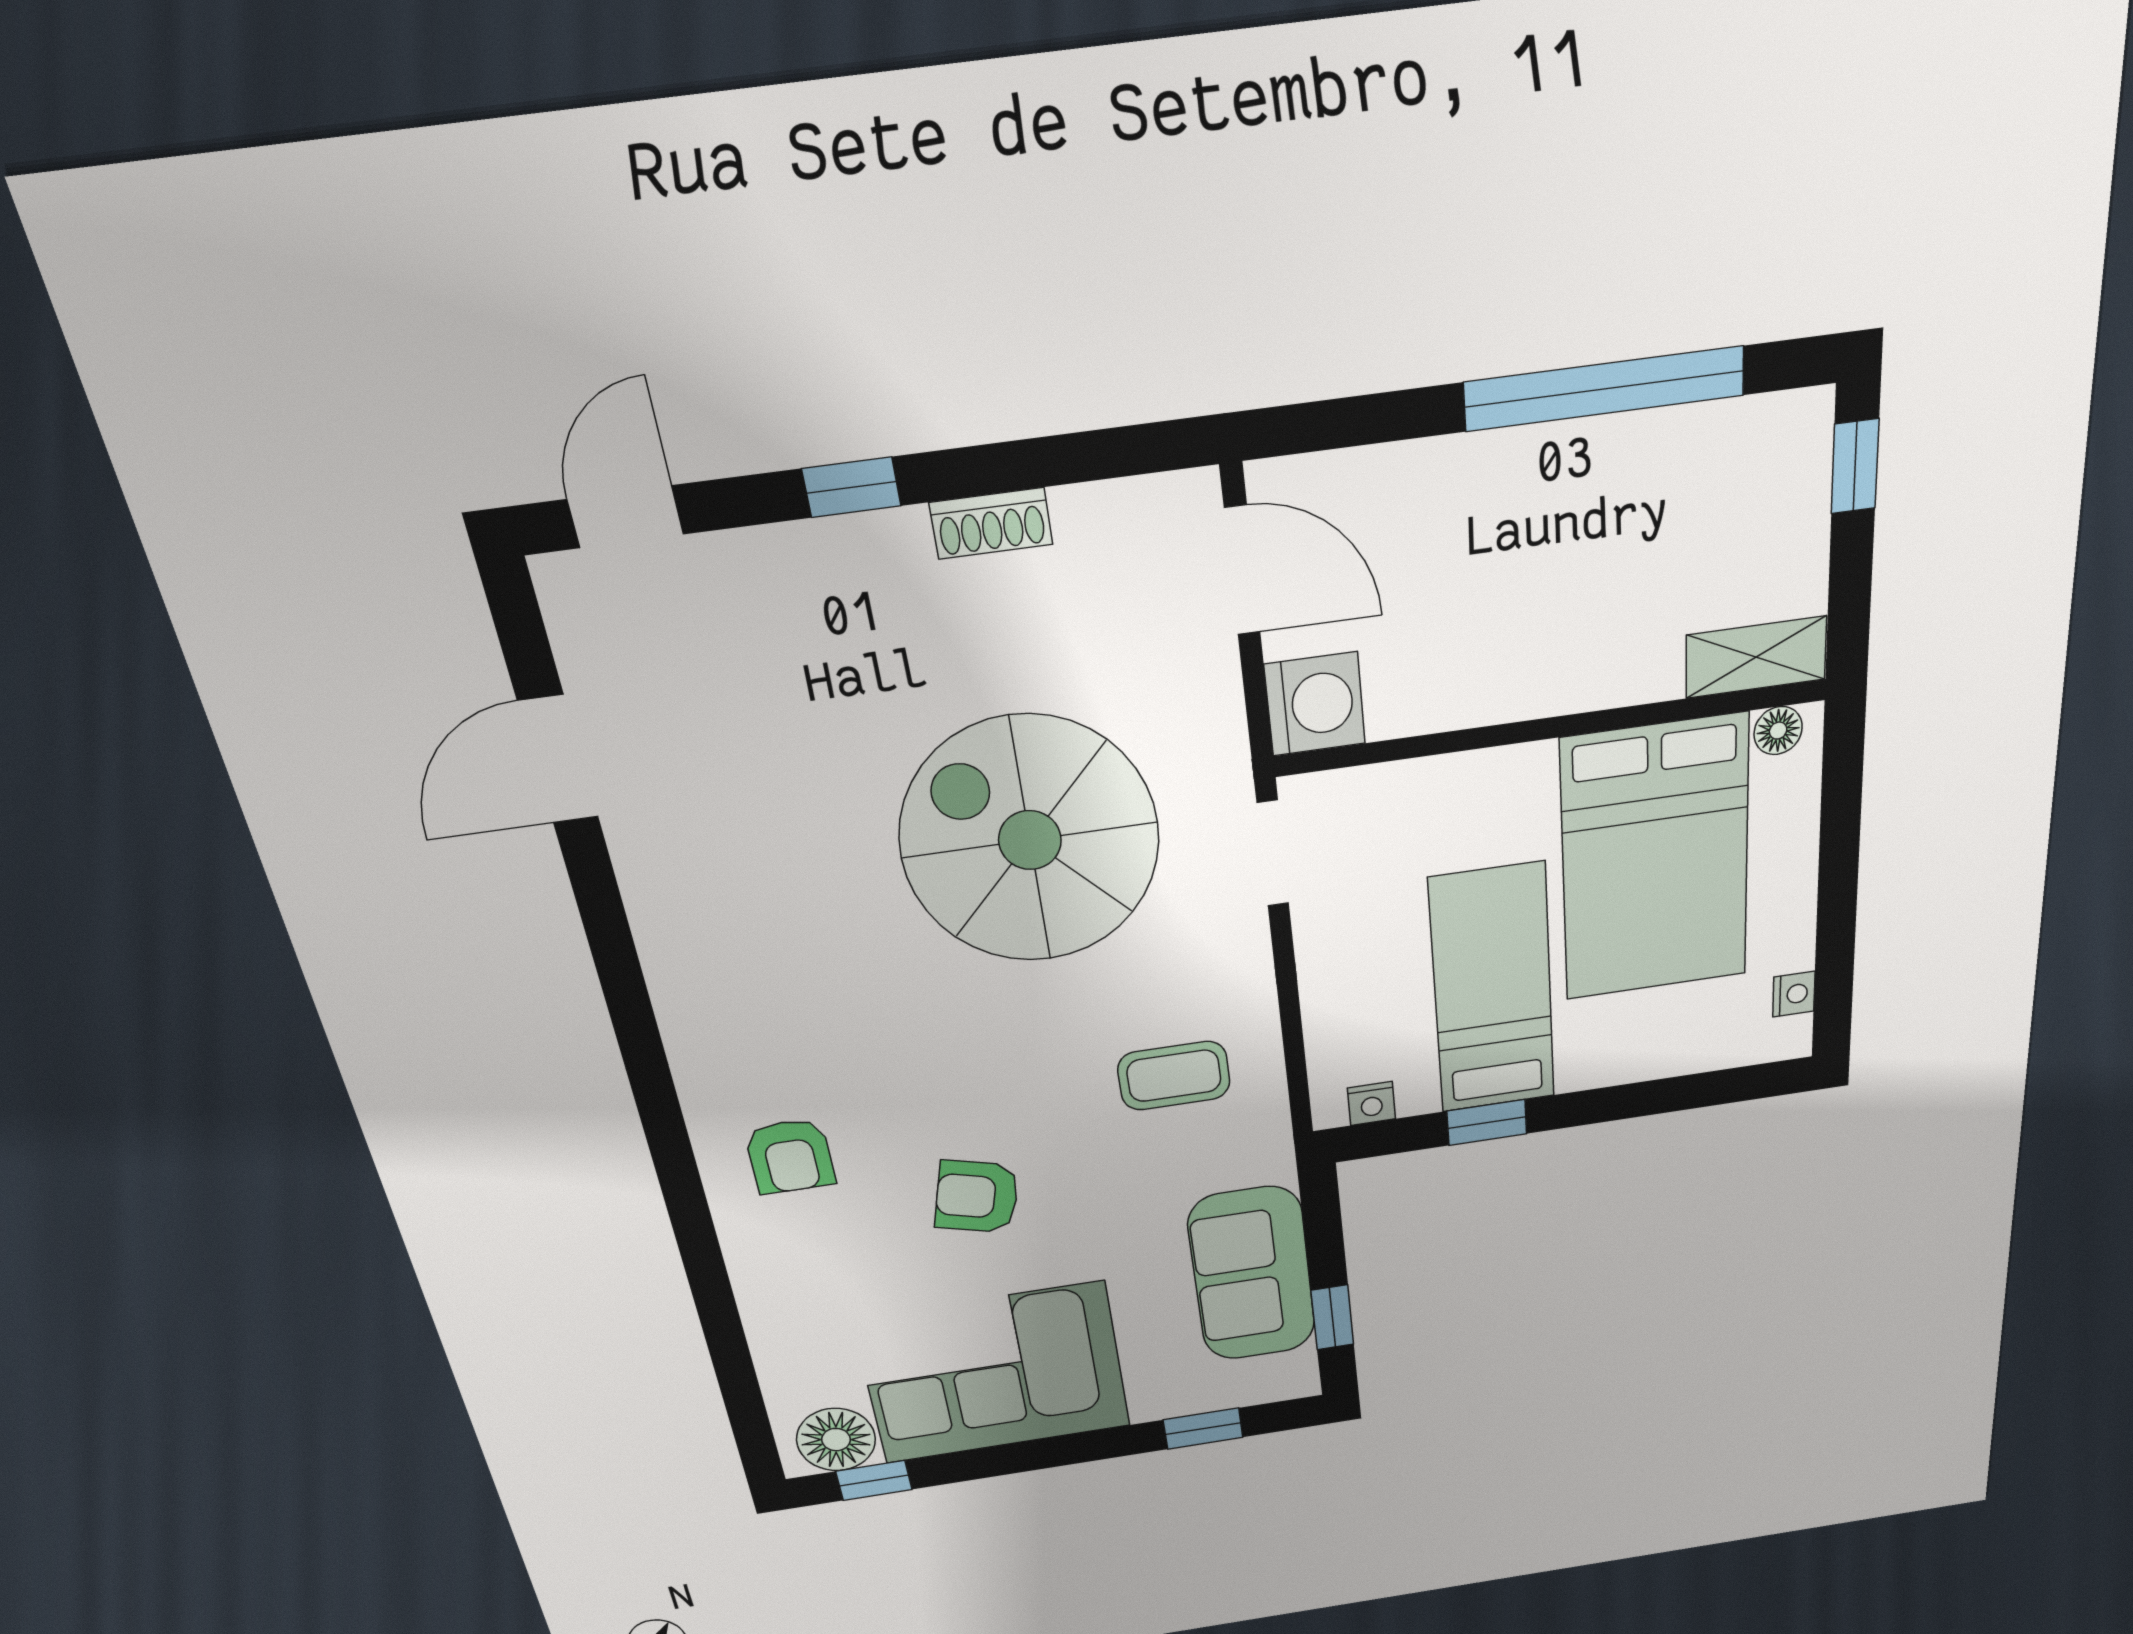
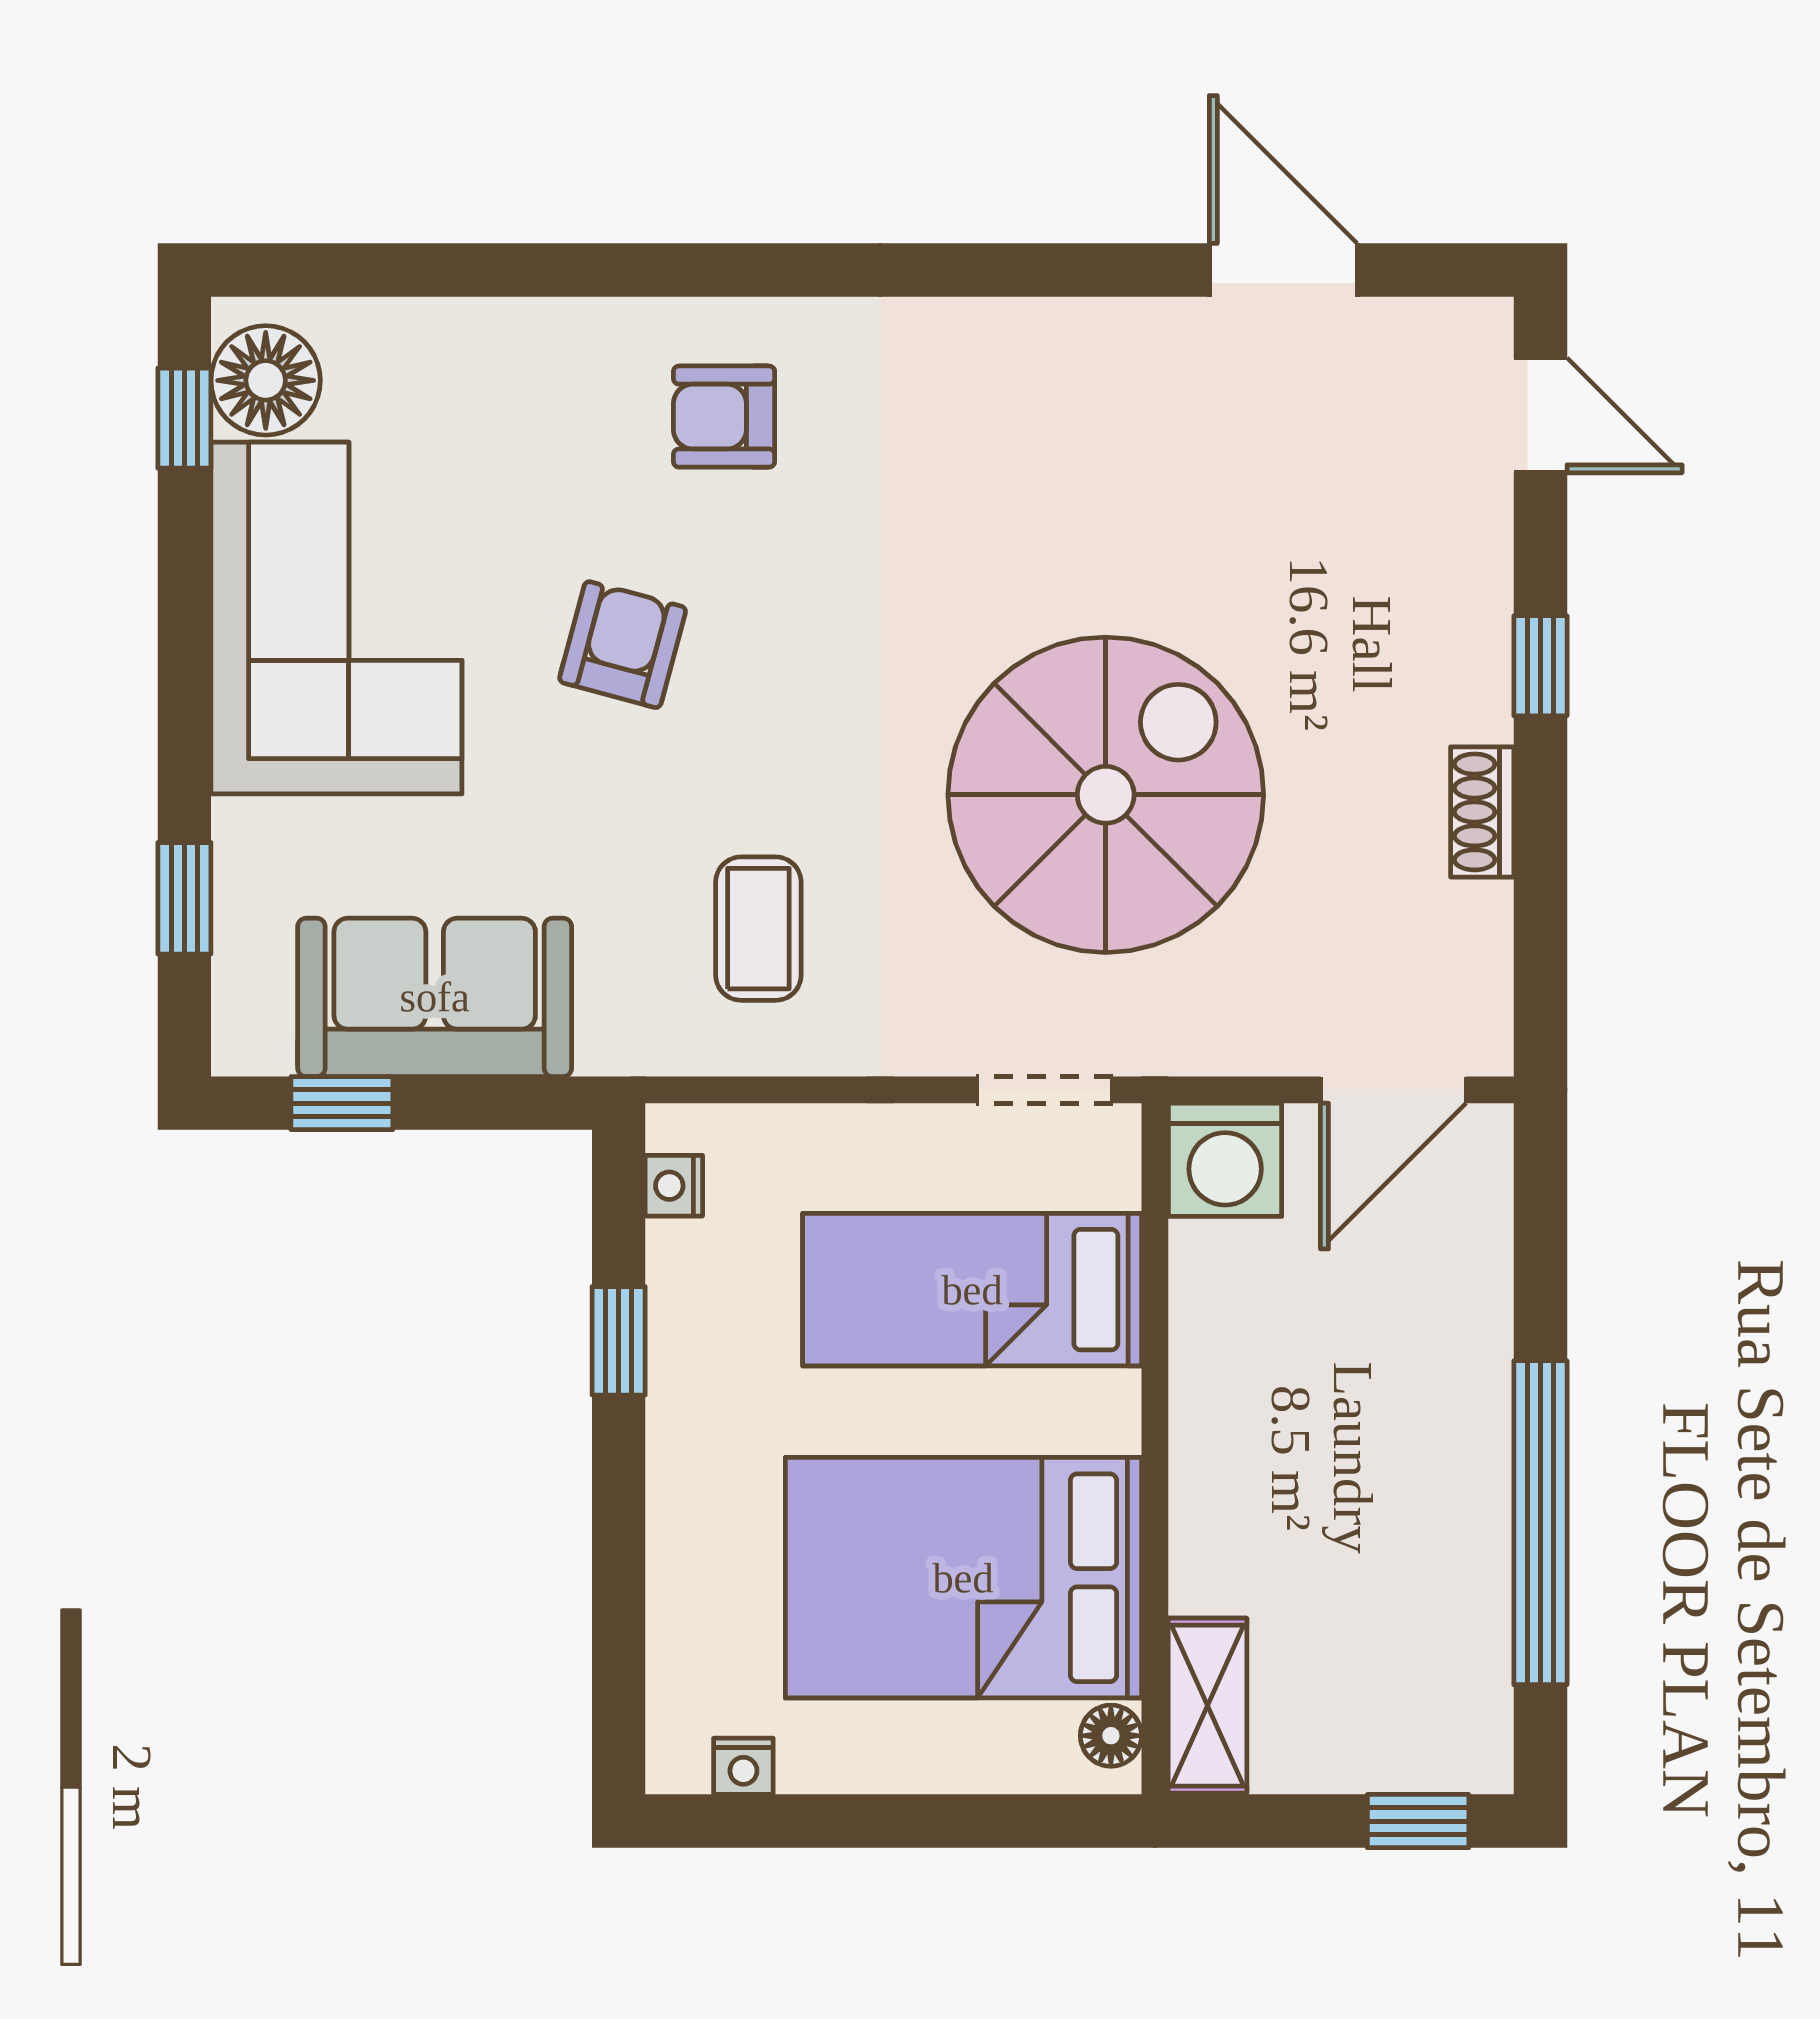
bed: (1493, 990) -> (972, 1290), moved, turned 180

